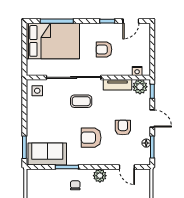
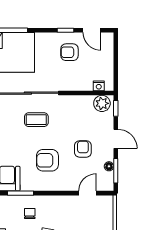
door: (131, 21) -> (92, 30), hinge flipped
armchair: (104, 49) -> (69, 52), moved
tv unit: (118, 85) -> (77, 101), removed
door: (127, 167) -> (87, 193), swing flipped
plant: (100, 176) -> (57, 203), removed

